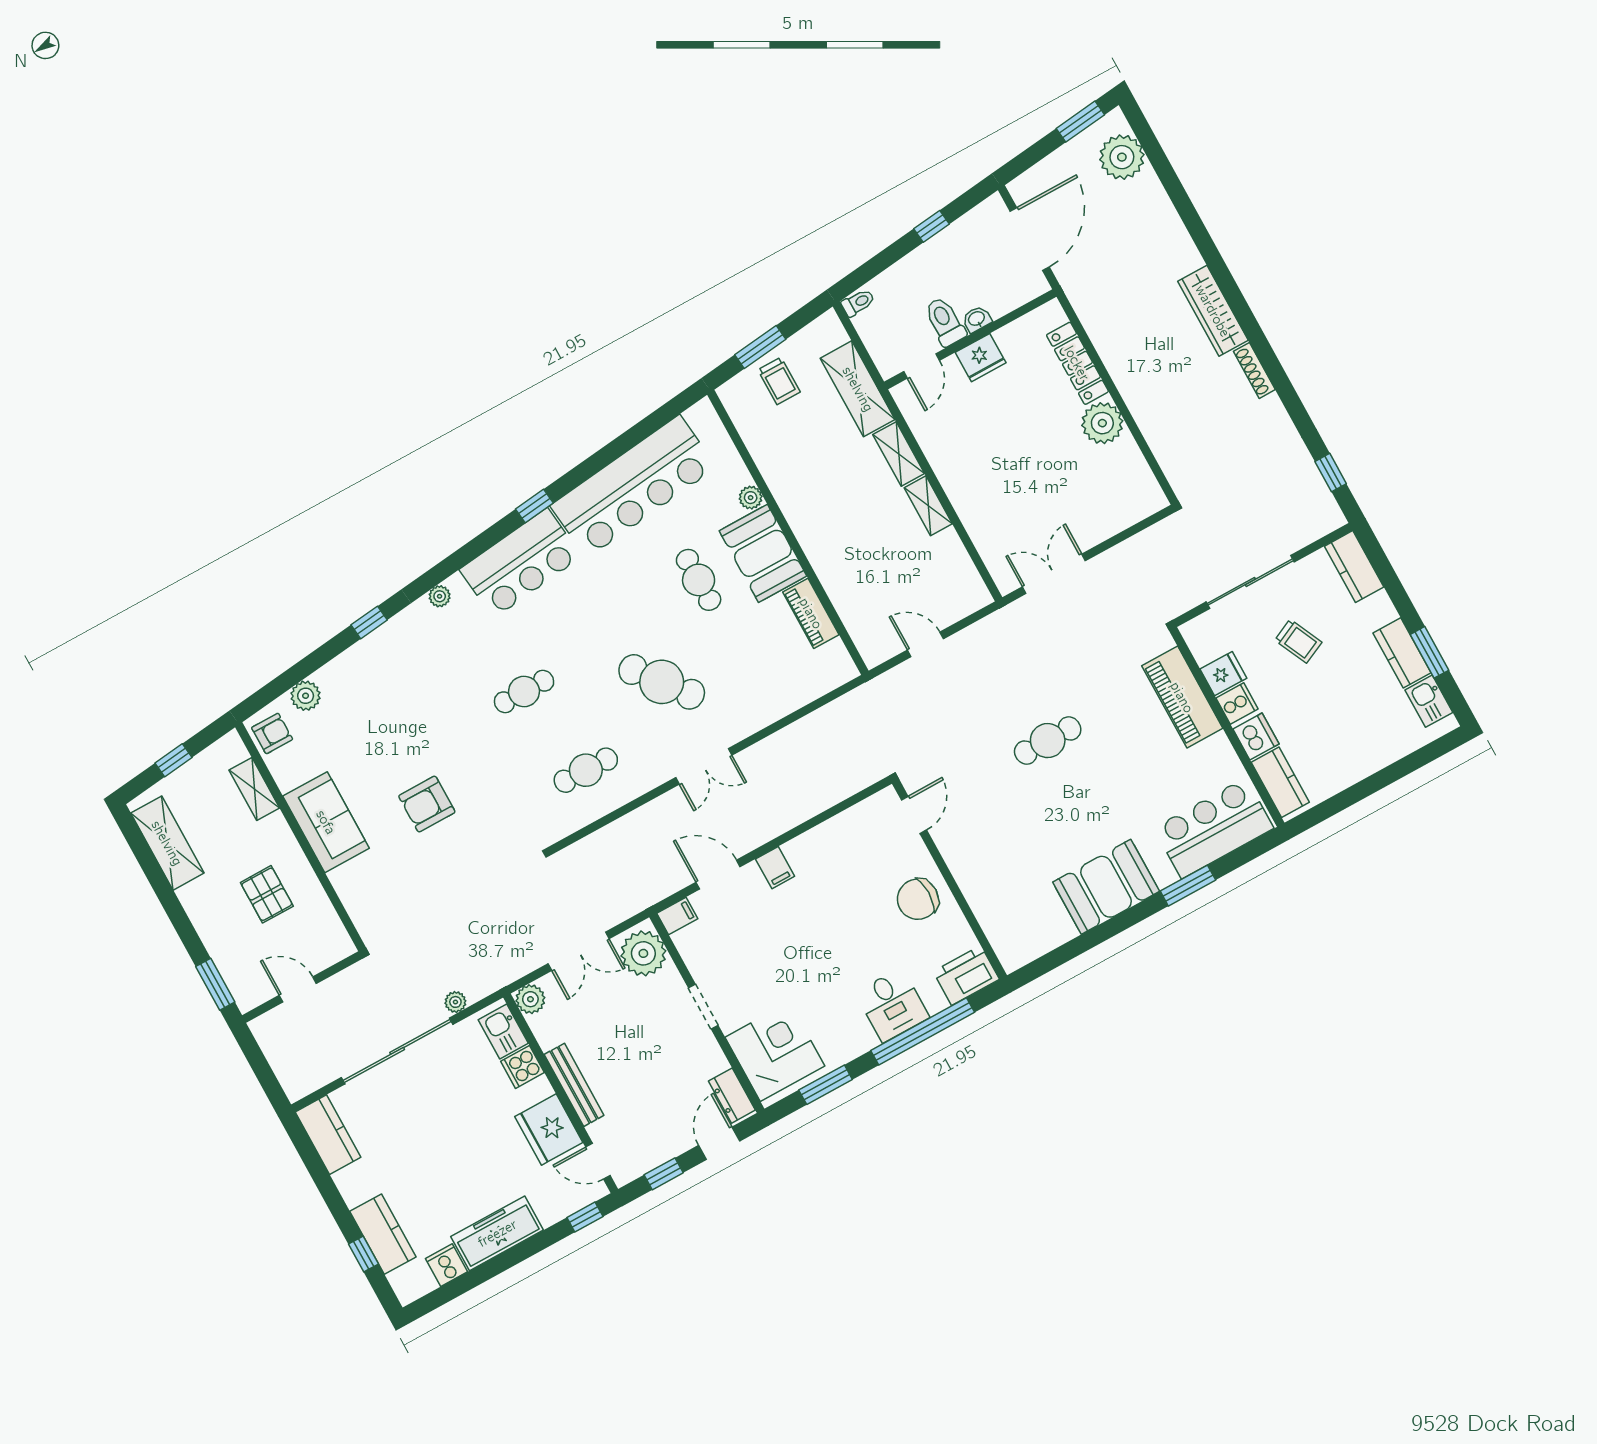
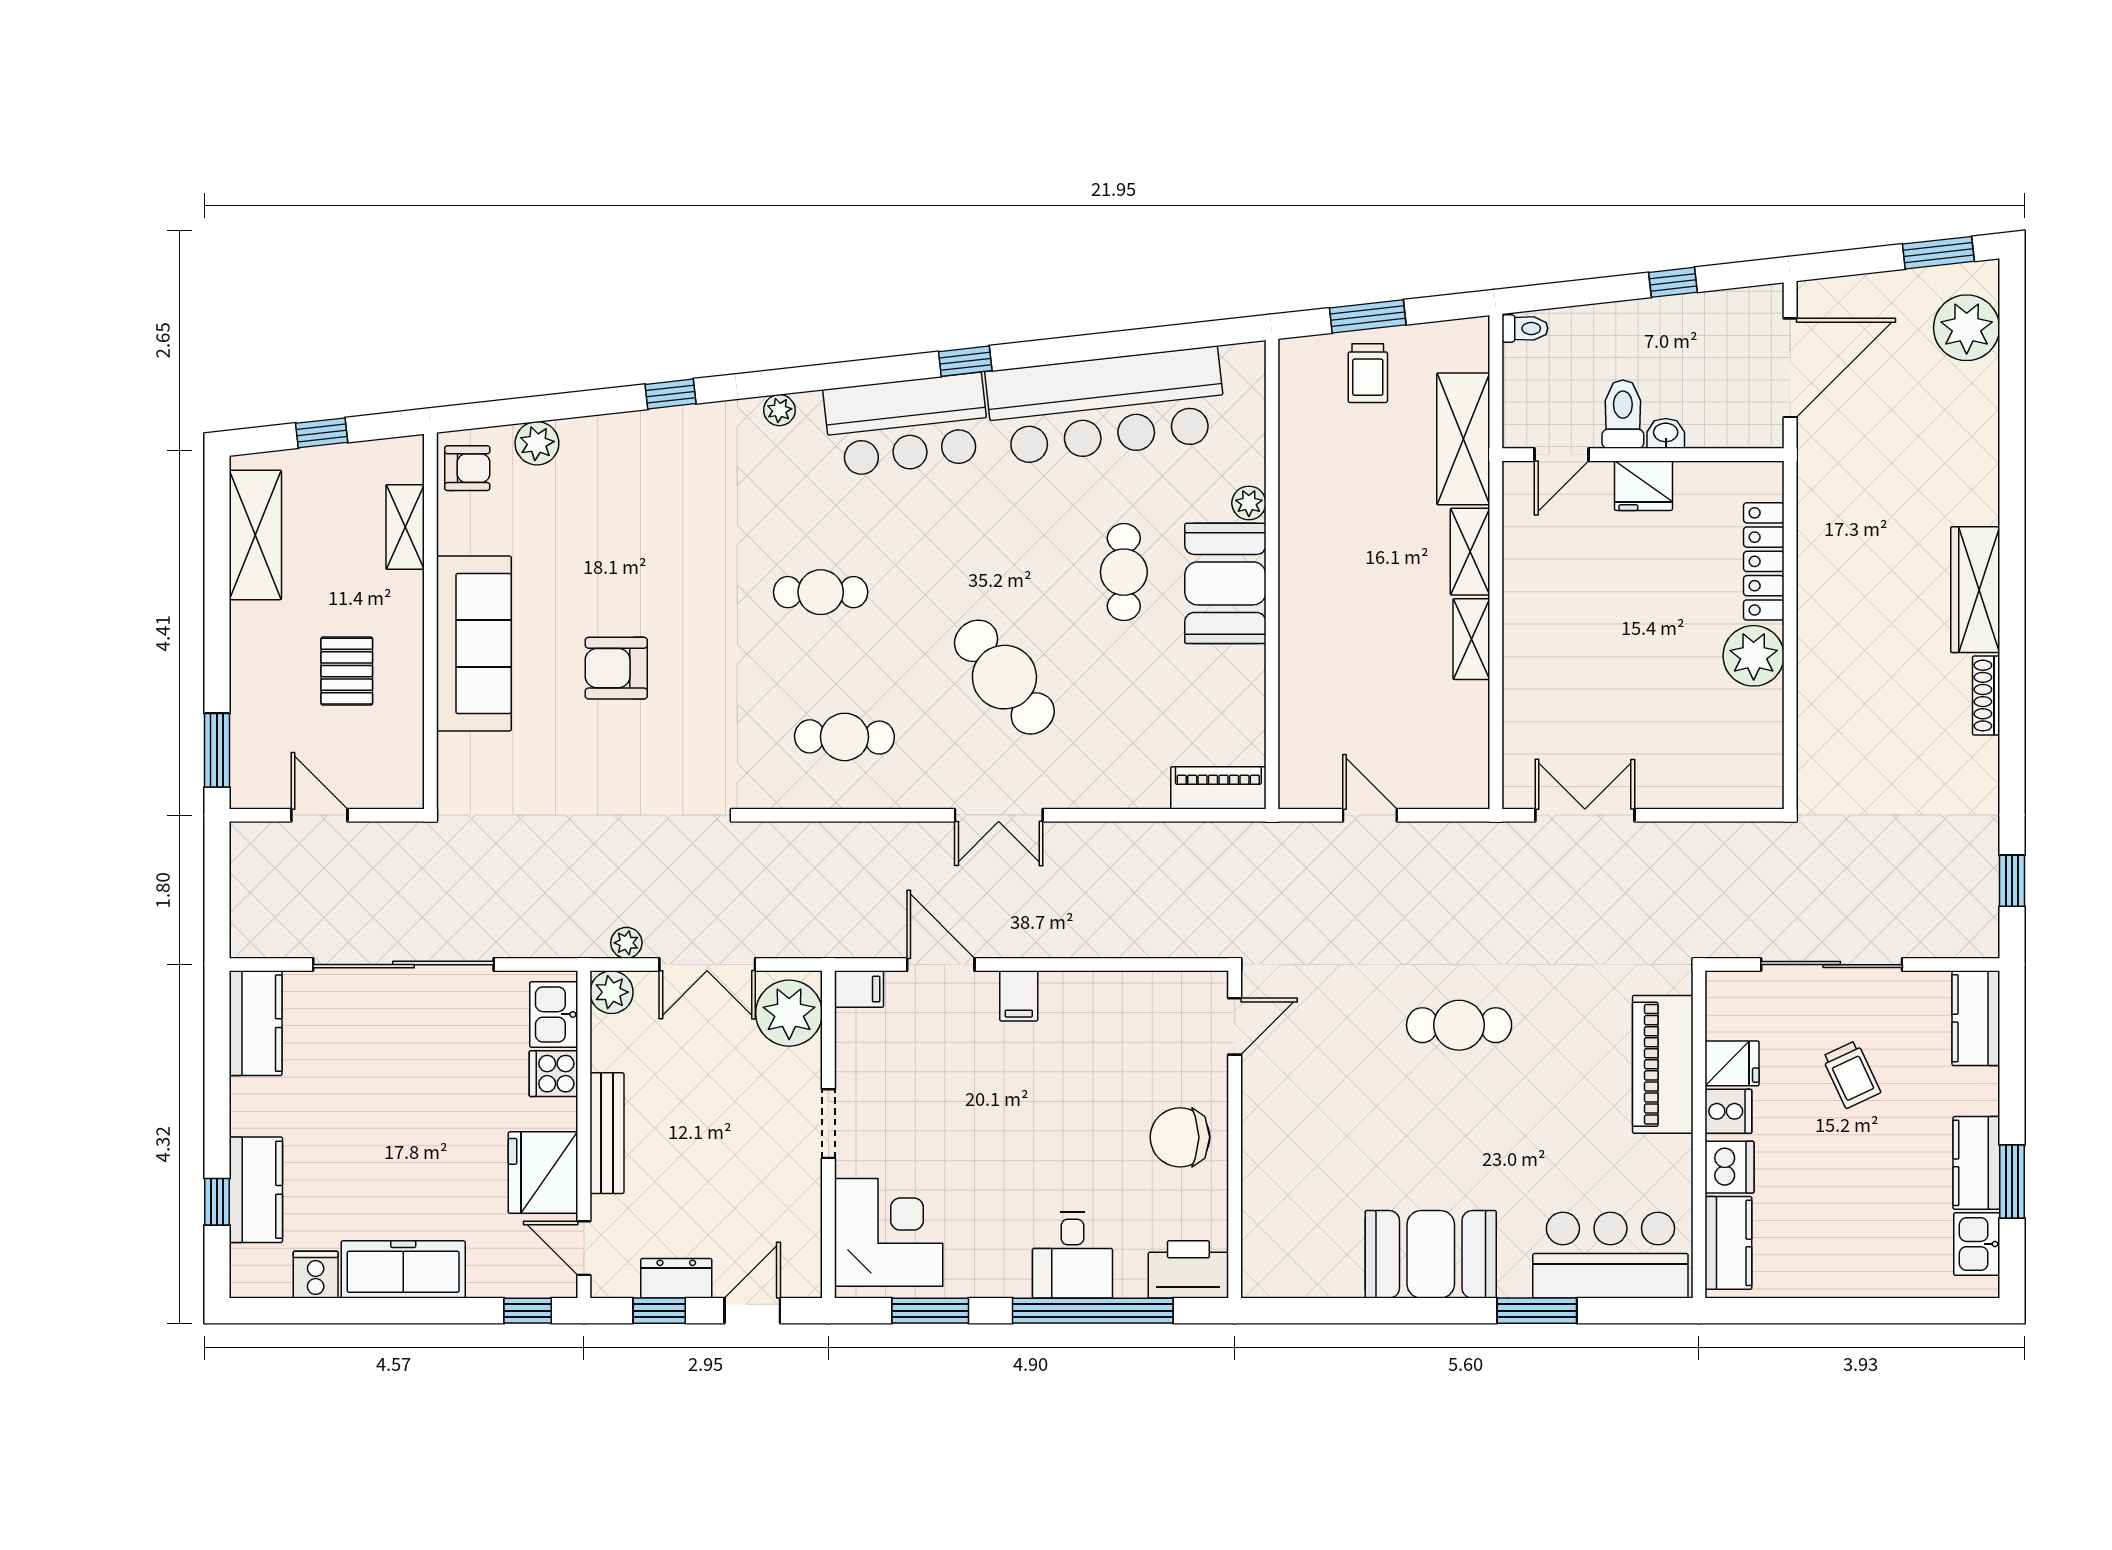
piano: (811, 613) -> (1218, 788), moved, turned 90
sofa: (326, 822) -> (474, 643), width x1.36
plant: (455, 1002) -> (626, 943), moved
dresser: (732, 1096) -> (676, 1278), moved, turned 90

